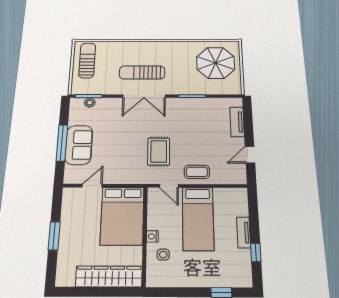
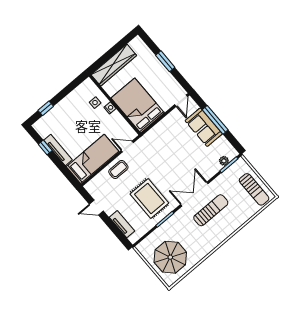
rug: (159, 151) -> (149, 198), moved, width x1.36, depth x1.43
door: (250, 155) -> (96, 208), swing flipped
door: (92, 186) -> (181, 101), moved
bed: (198, 219) -> (92, 159), moved, turned 90
tv unit: (244, 233) -> (58, 150), width x1.41

